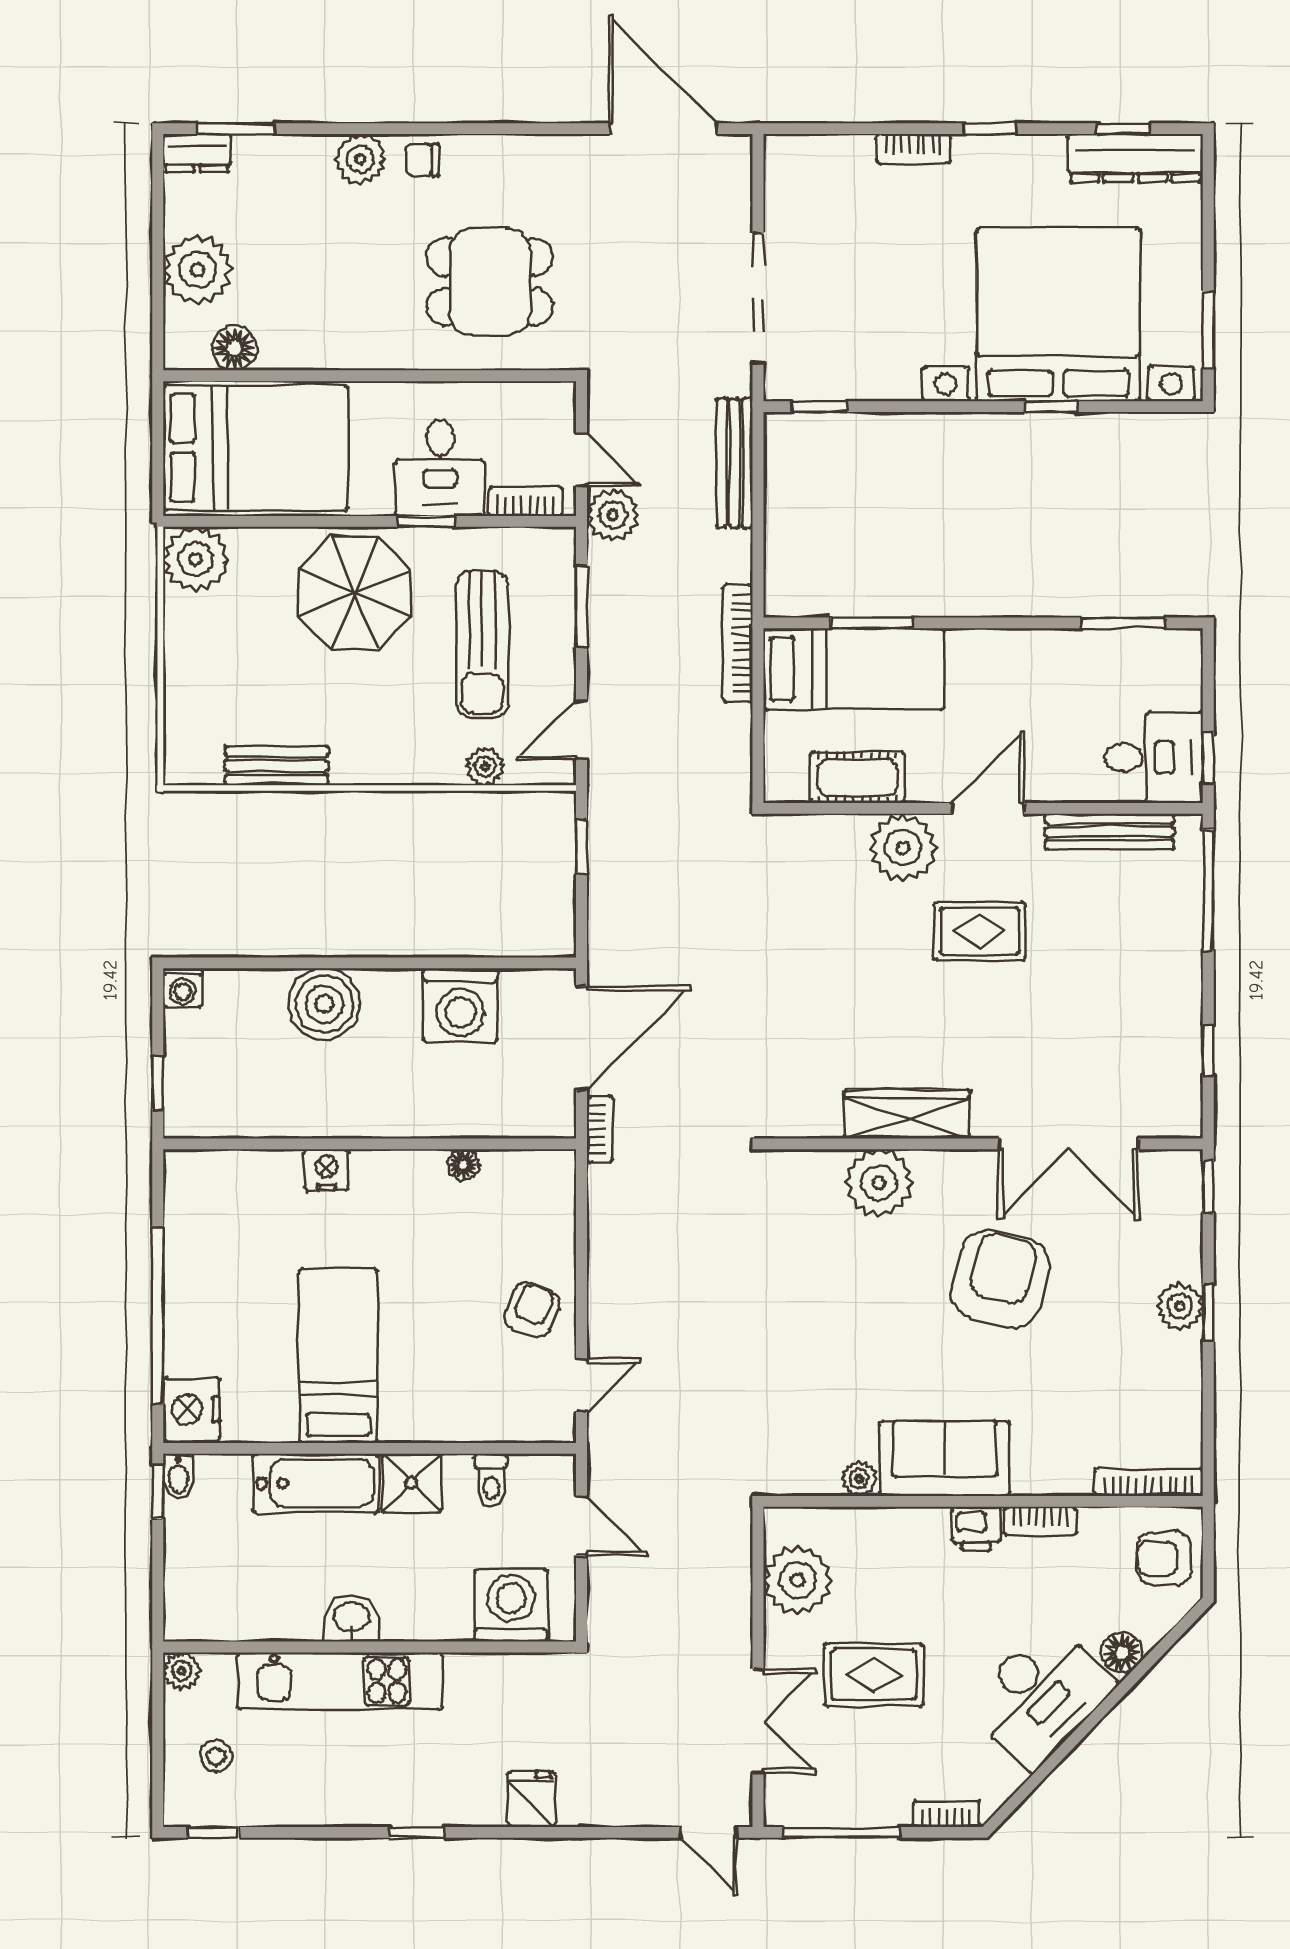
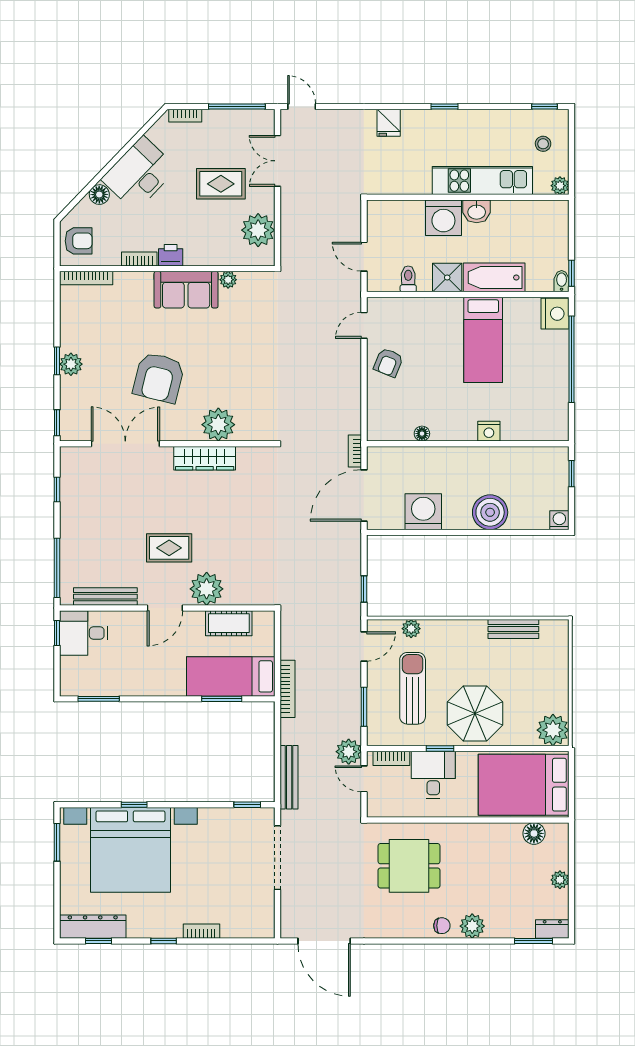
plant: (198, 270) -> (560, 880), width x0.53, depth x0.53
washing machine: (511, 1605) -> (443, 218), moved

